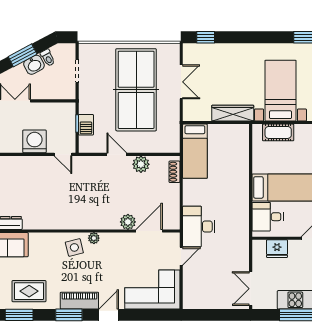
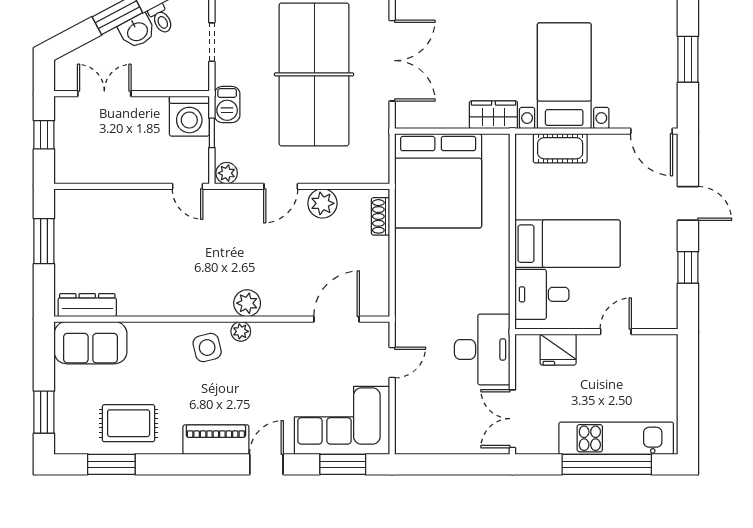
double door: (181, 82) -> (392, 61), width x1.37
wardrobe: (233, 113) -> (493, 115), width x0.67
barbecue: (86, 125) -> (227, 104), moved
washing machine: (34, 141) -> (189, 116), moved, turned 180
plant: (86, 147) -> (227, 173), added
bed: (195, 151) -> (438, 181), width x2.04
door: (117, 154) -> (281, 186), swing flipped
plant: (128, 222) -> (247, 303), moved
desk: (199, 227) -> (482, 349), moved, turned 180
window: (69, 315) -> (343, 464), moved

